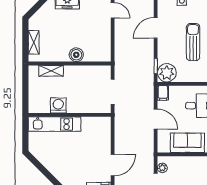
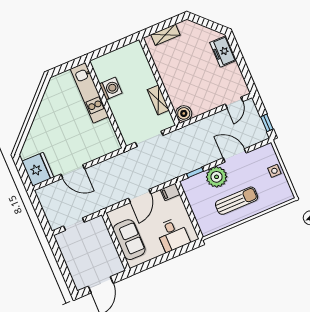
boiler: (76, 55) -> (184, 113), moved
shelving: (51, 71) -> (158, 100), moved
plant: (167, 73) -> (217, 177), moved
plant: (162, 168) -> (92, 225), removed

